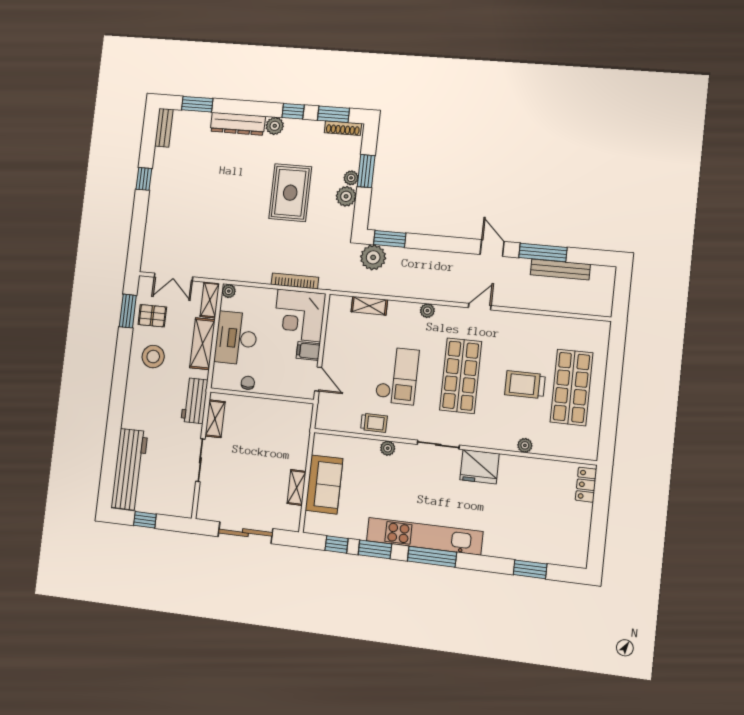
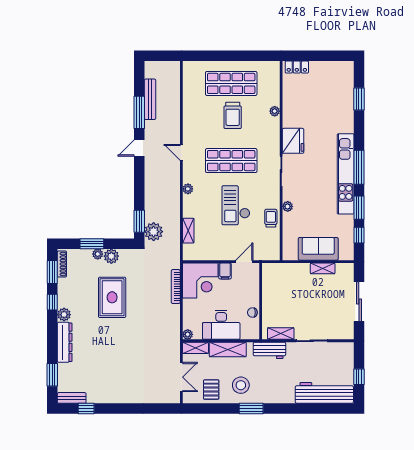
window: (144, 179) -> (86, 409), moved
rug: (290, 193) -> (112, 297), turned 90
window: (128, 311) -> (251, 409), moved
checkout: (397, 376) -> (236, 205), turned -90

